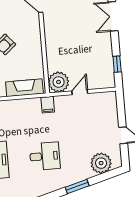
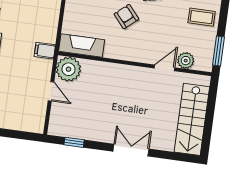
fireplace: (24, 88) -> (82, 46), moved, turned -90

